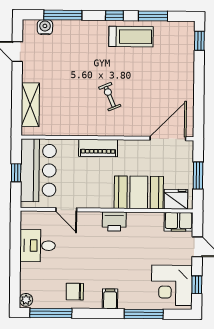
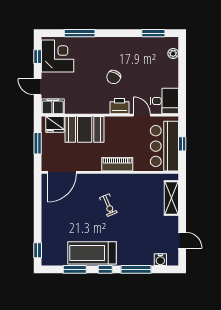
window: (63, 15) -> (136, 269), moved
treadmill: (131, 37) -> (92, 253), width x1.37, depth x1.38
printer: (114, 221) -> (120, 106), moved
desk: (38, 246) -> (164, 101), moved
chair: (75, 292) -> (114, 77), moved, turned 116
filing cabinet: (110, 299) -> (106, 45), removed
plant: (26, 300) -> (173, 54), moved
window: (51, 313) -> (153, 33), width x0.69

